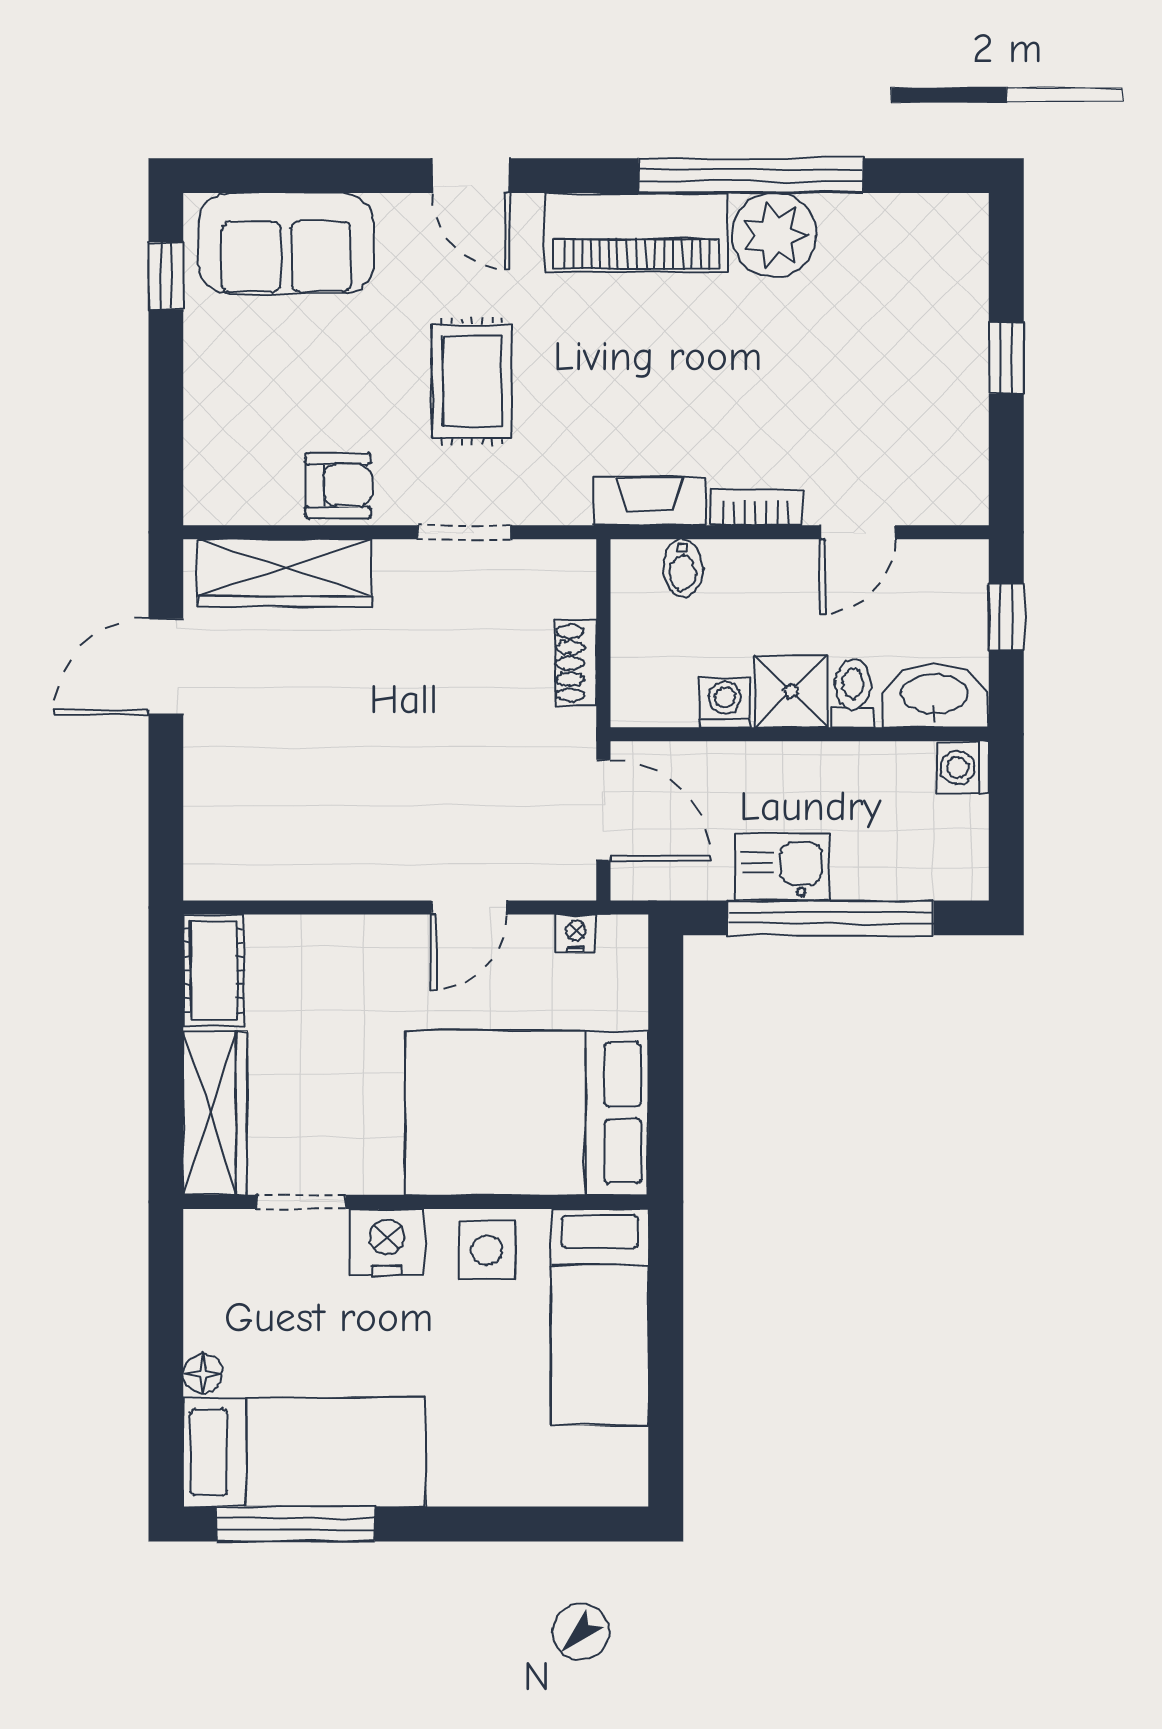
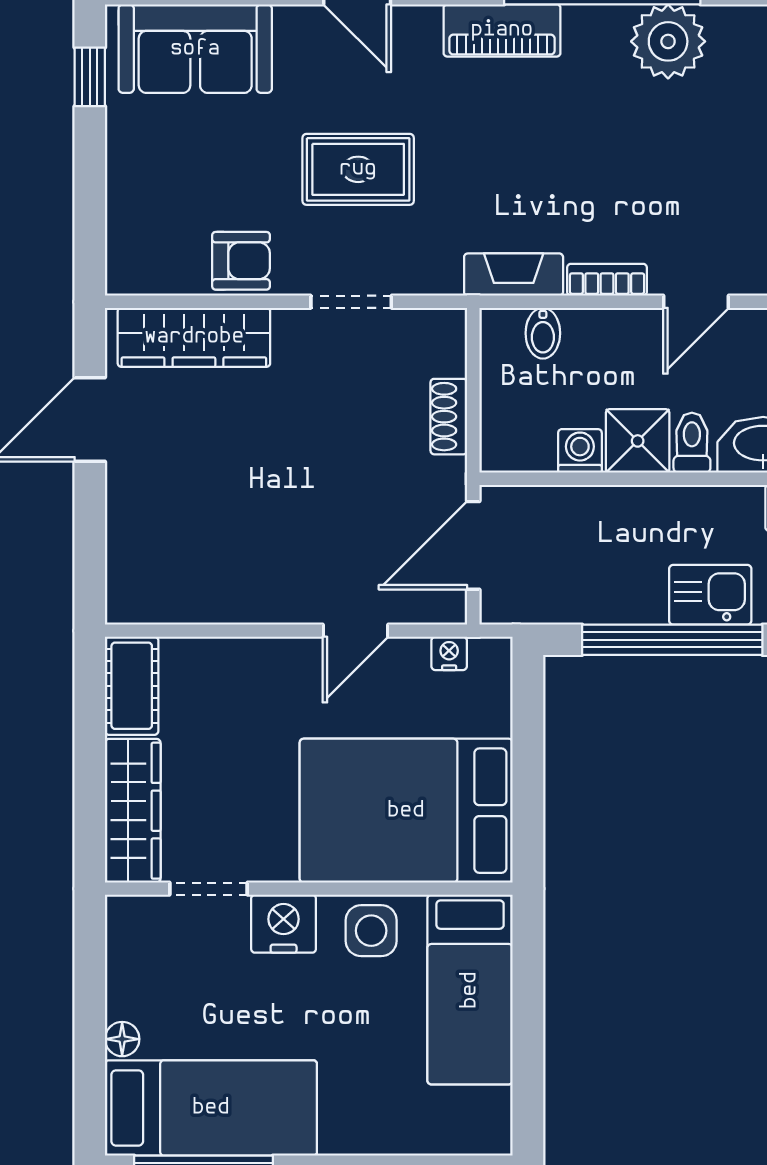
piano: (636, 232) -> (502, 30), width x0.73, depth x0.75
plant: (774, 235) -> (668, 41), moved
rug: (472, 381) -> (358, 169), turned 90
door: (603, 810) -> (473, 545), swing flipped
kitchen sink: (782, 867) -> (710, 595), moved

